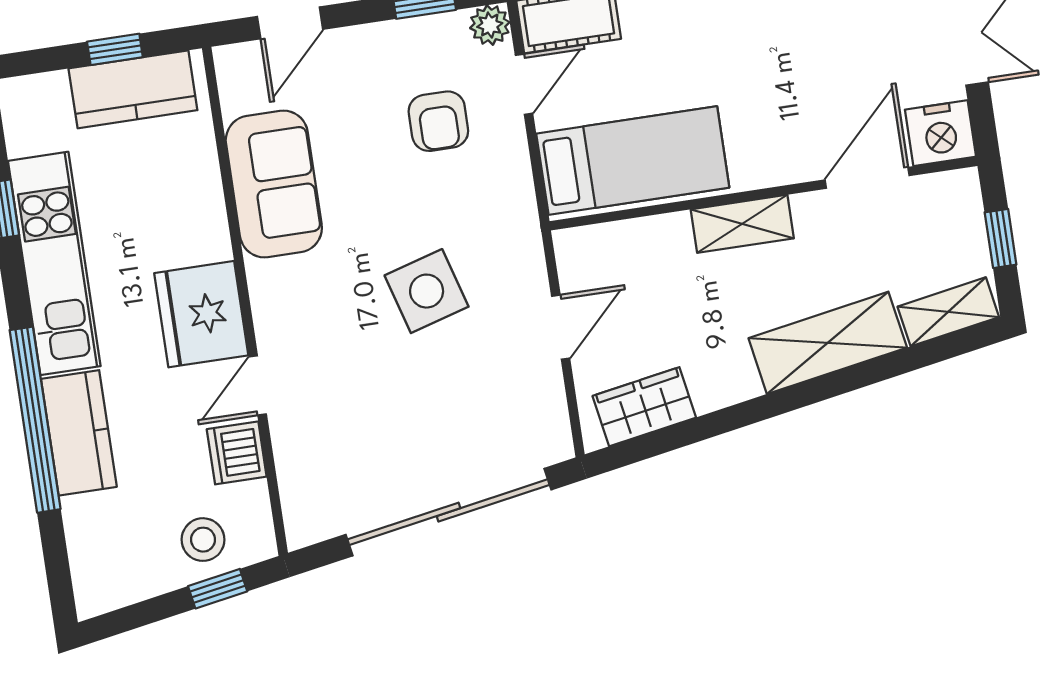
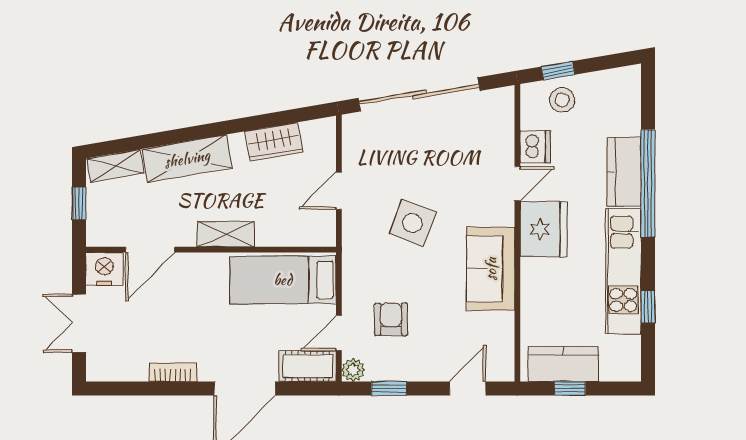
sofa: (274, 184) -> (491, 269), moved
side table: (427, 291) -> (413, 223), turned 37
wardrobe: (644, 407) -> (274, 142), moved

